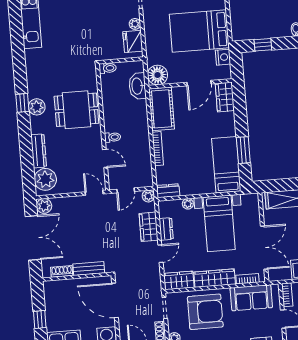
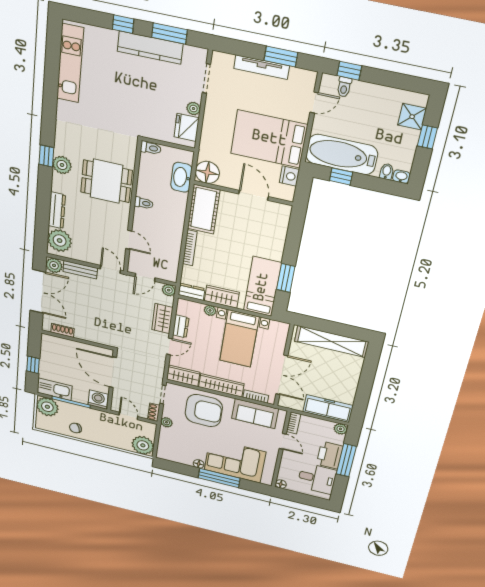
bathtub: (258, 26) -> (342, 155), added
door: (199, 83) -> (254, 195), swing flipped
wardrobe: (225, 97) -> (222, 297), moved, turned 90
toilet: (113, 137) -> (144, 203), moved
bench: (89, 269) -> (80, 270), moved

